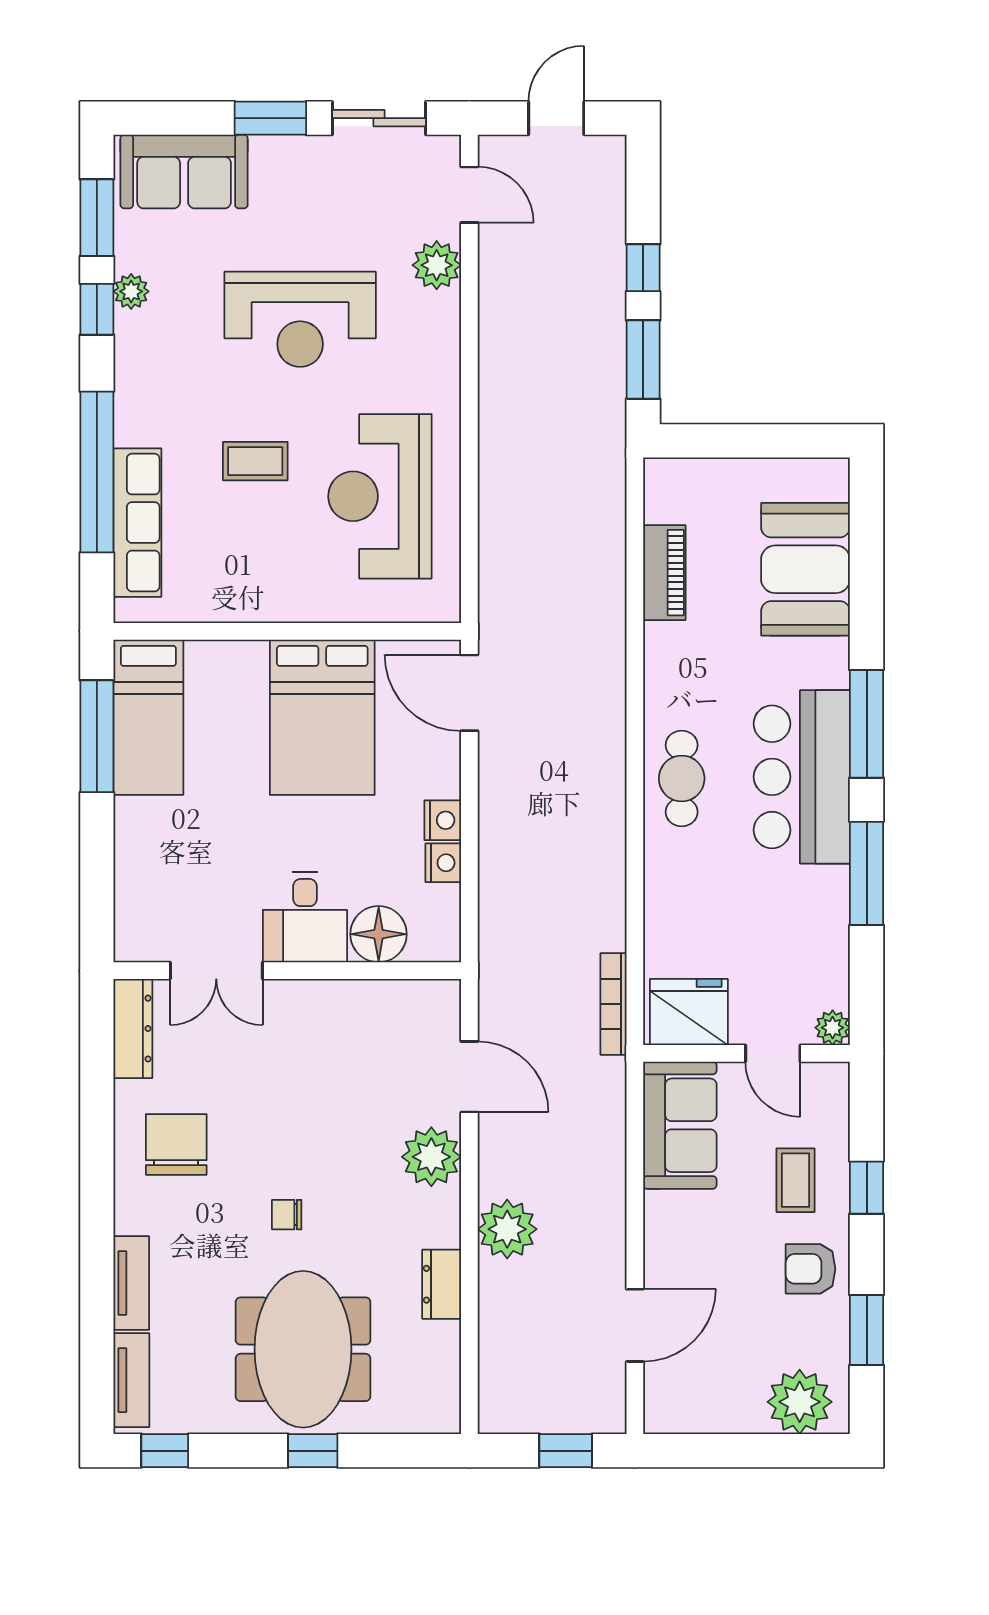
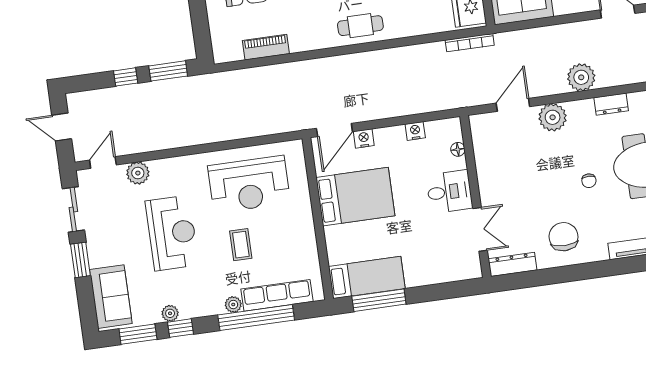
plant: (131, 427) -> (233, 305), added
nightstand: (443, 820) -> (364, 138), moved
floor lamp: (379, 934) -> (458, 149), width x0.53, depth x0.53
chair: (176, 1144) -> (563, 237), turned 90

